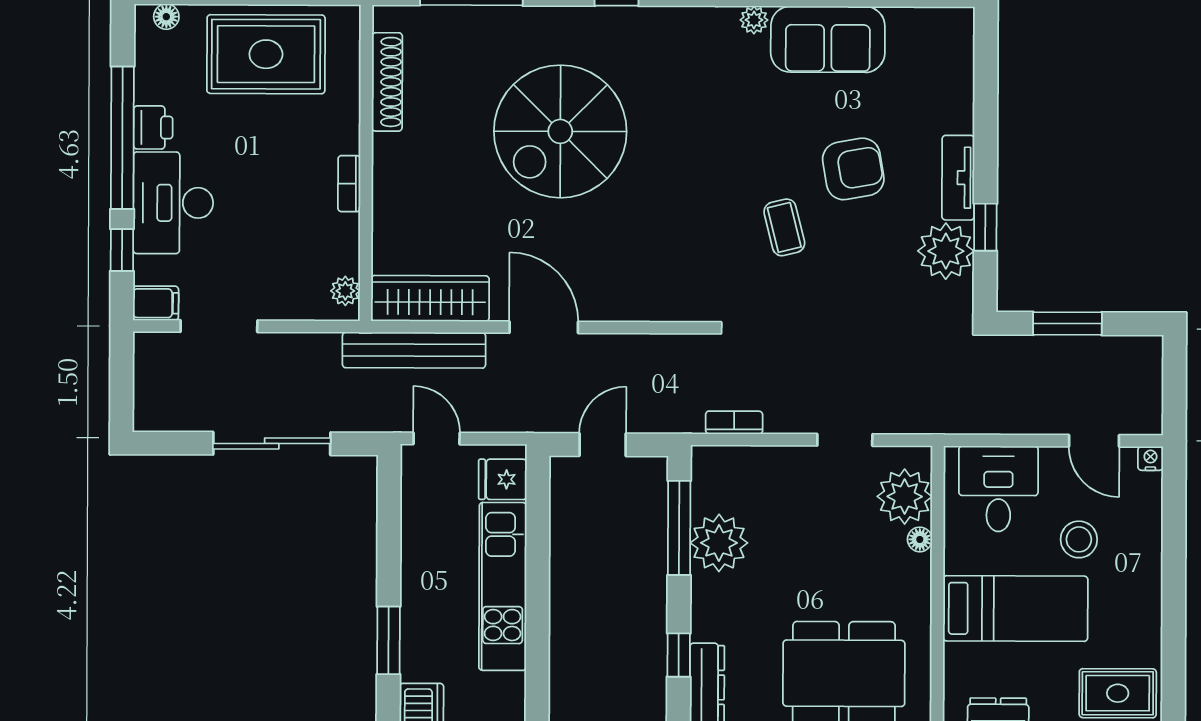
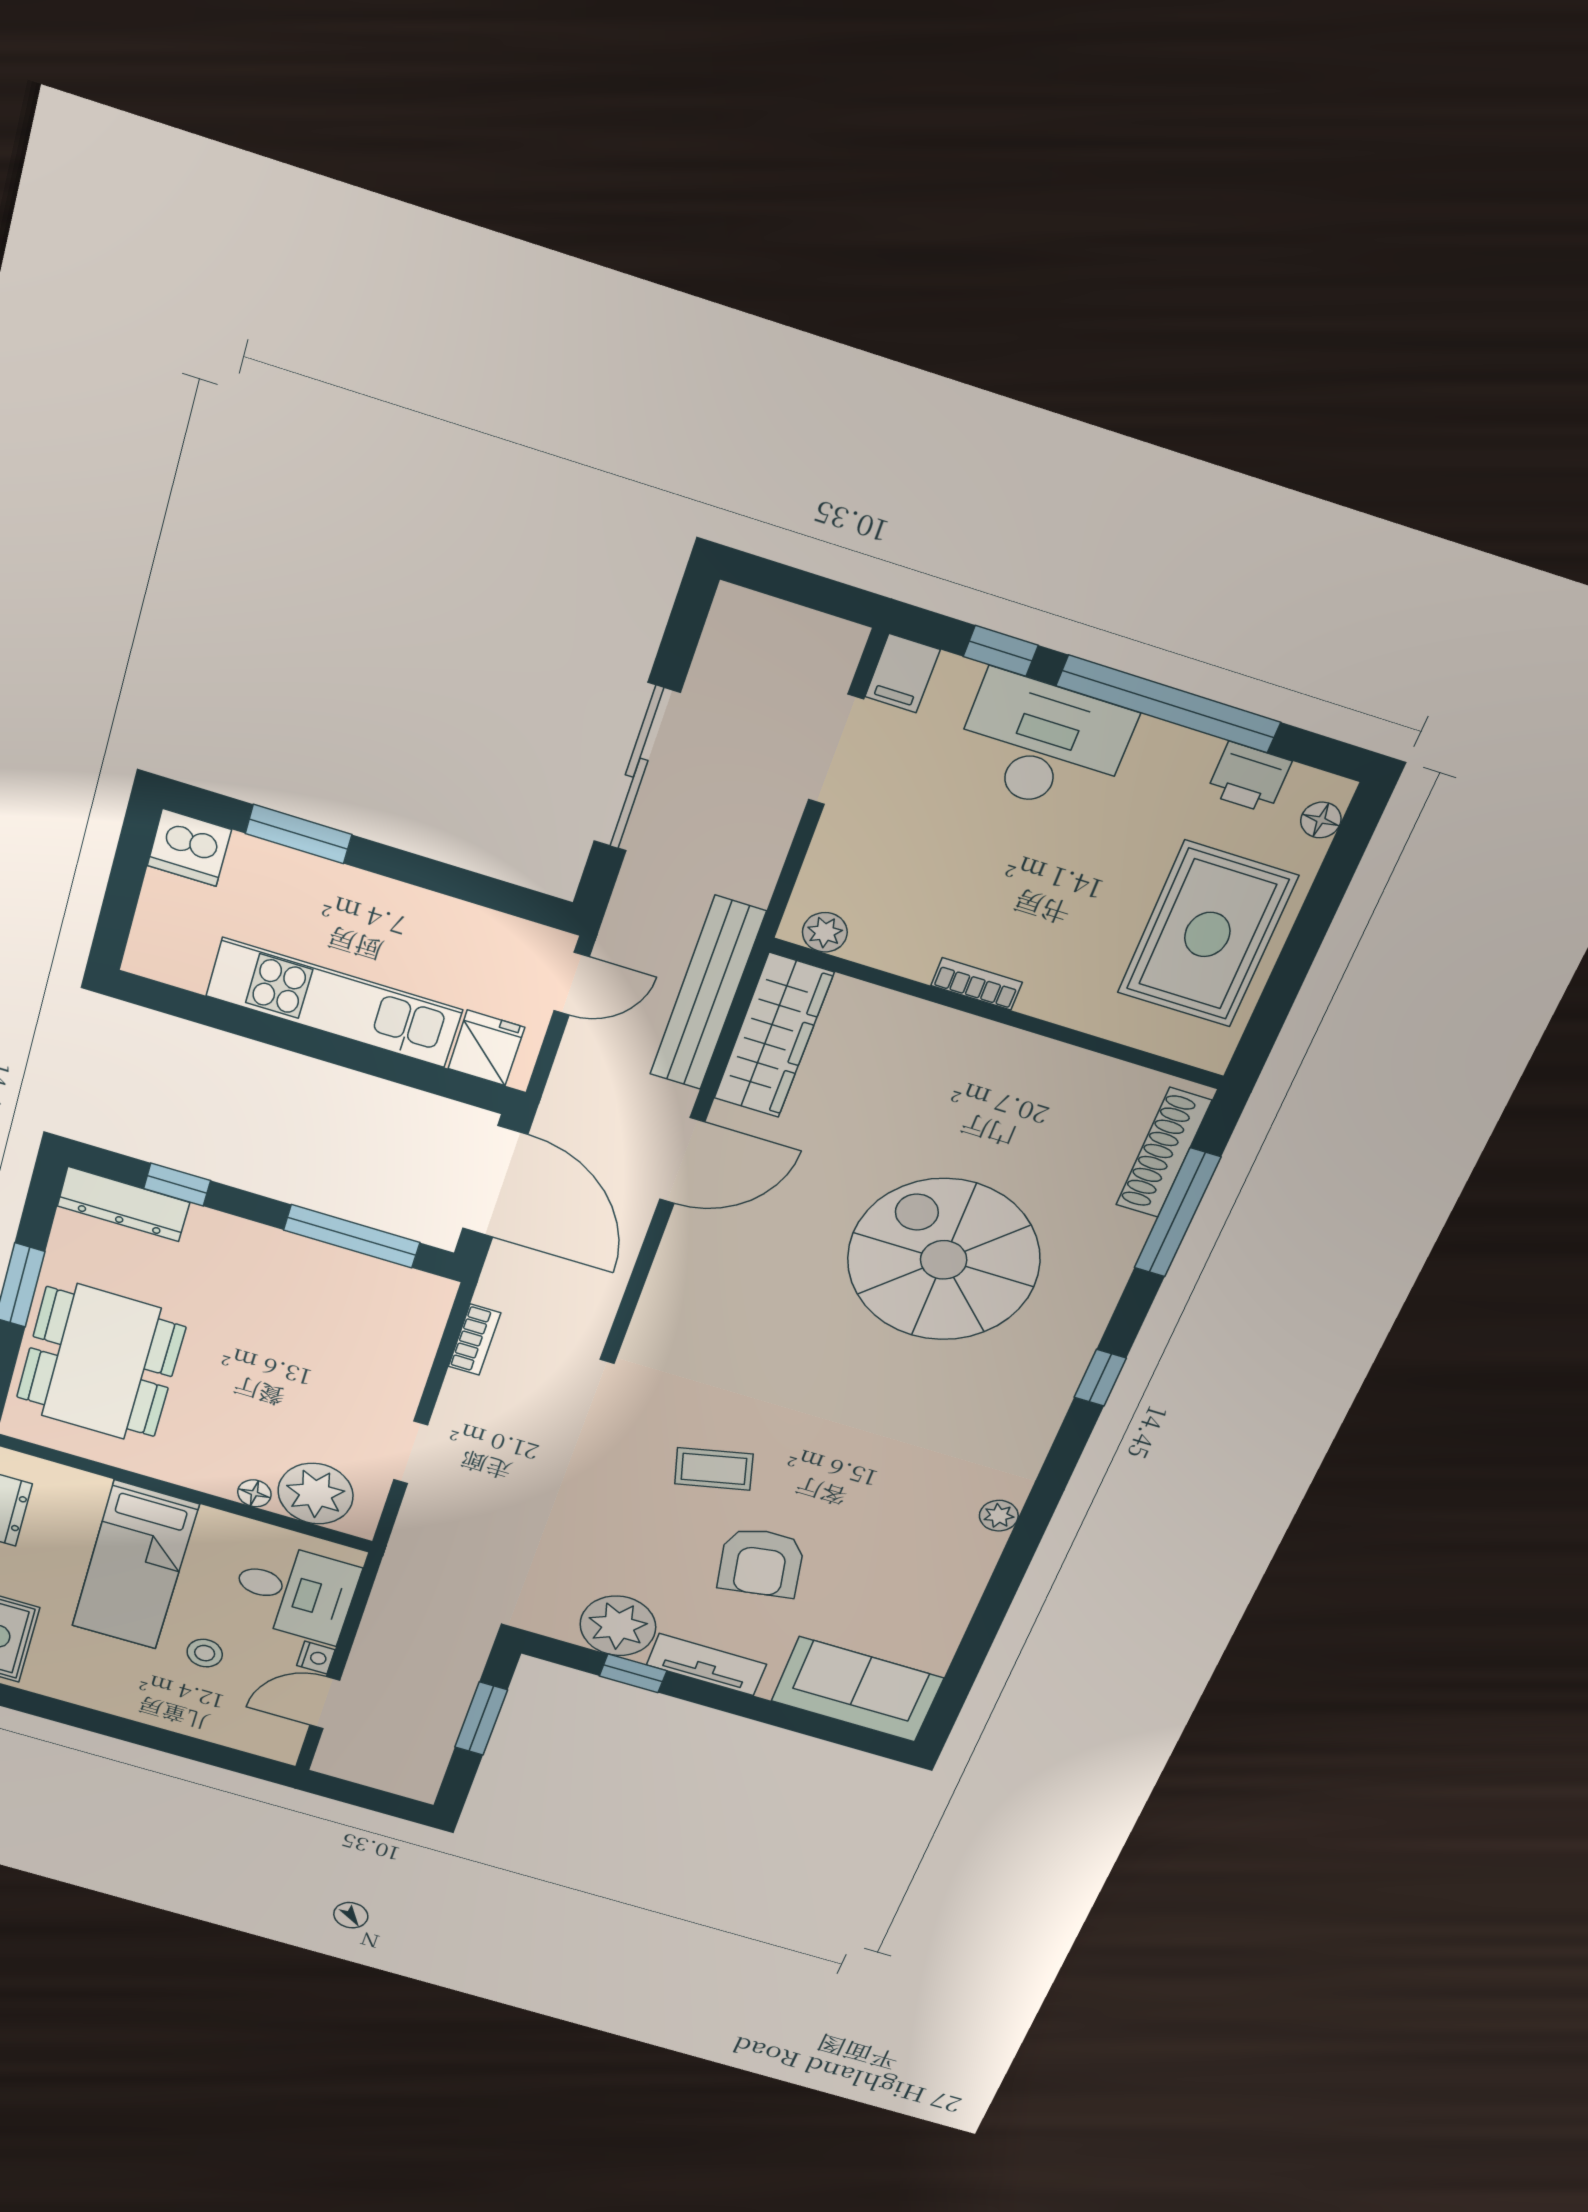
sofa: (828, 39) -> (857, 1689), moved, turned 90
shoe rack: (387, 82) -> (1164, 1153), moved, turned 90
printer: (153, 127) -> (1249, 777), moved
door: (603, 445) -> (495, 1182), width x1.88
nightstand: (1150, 458) -> (316, 1658), moved
stool: (1079, 539) -> (205, 1653), width x0.73, depth x0.73
plant: (719, 543) -> (317, 1275), removed

